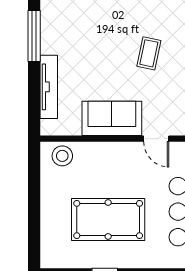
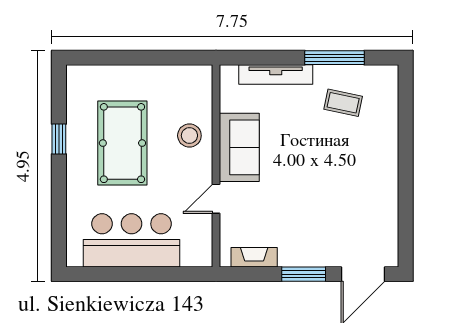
coffee table: (149, 53) -> (343, 103), moved
stool: (62, 156) -> (189, 136), moved

